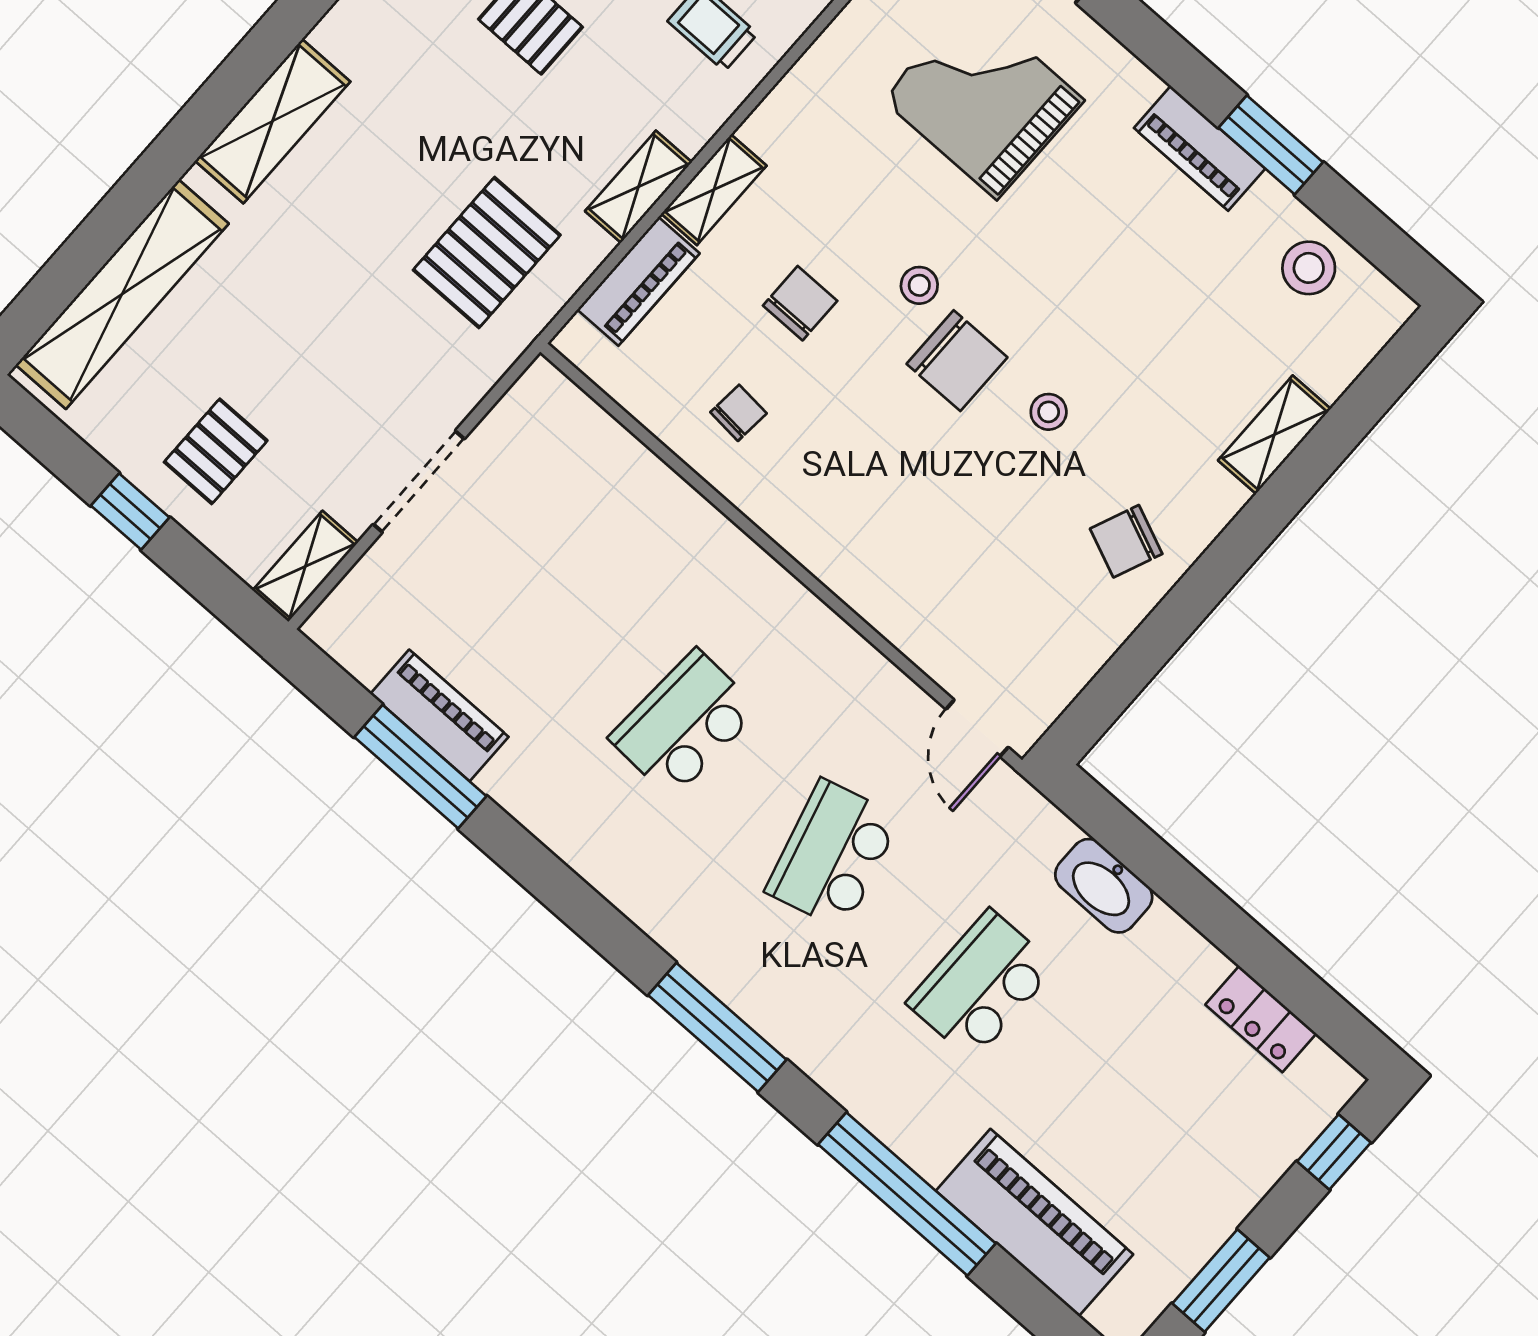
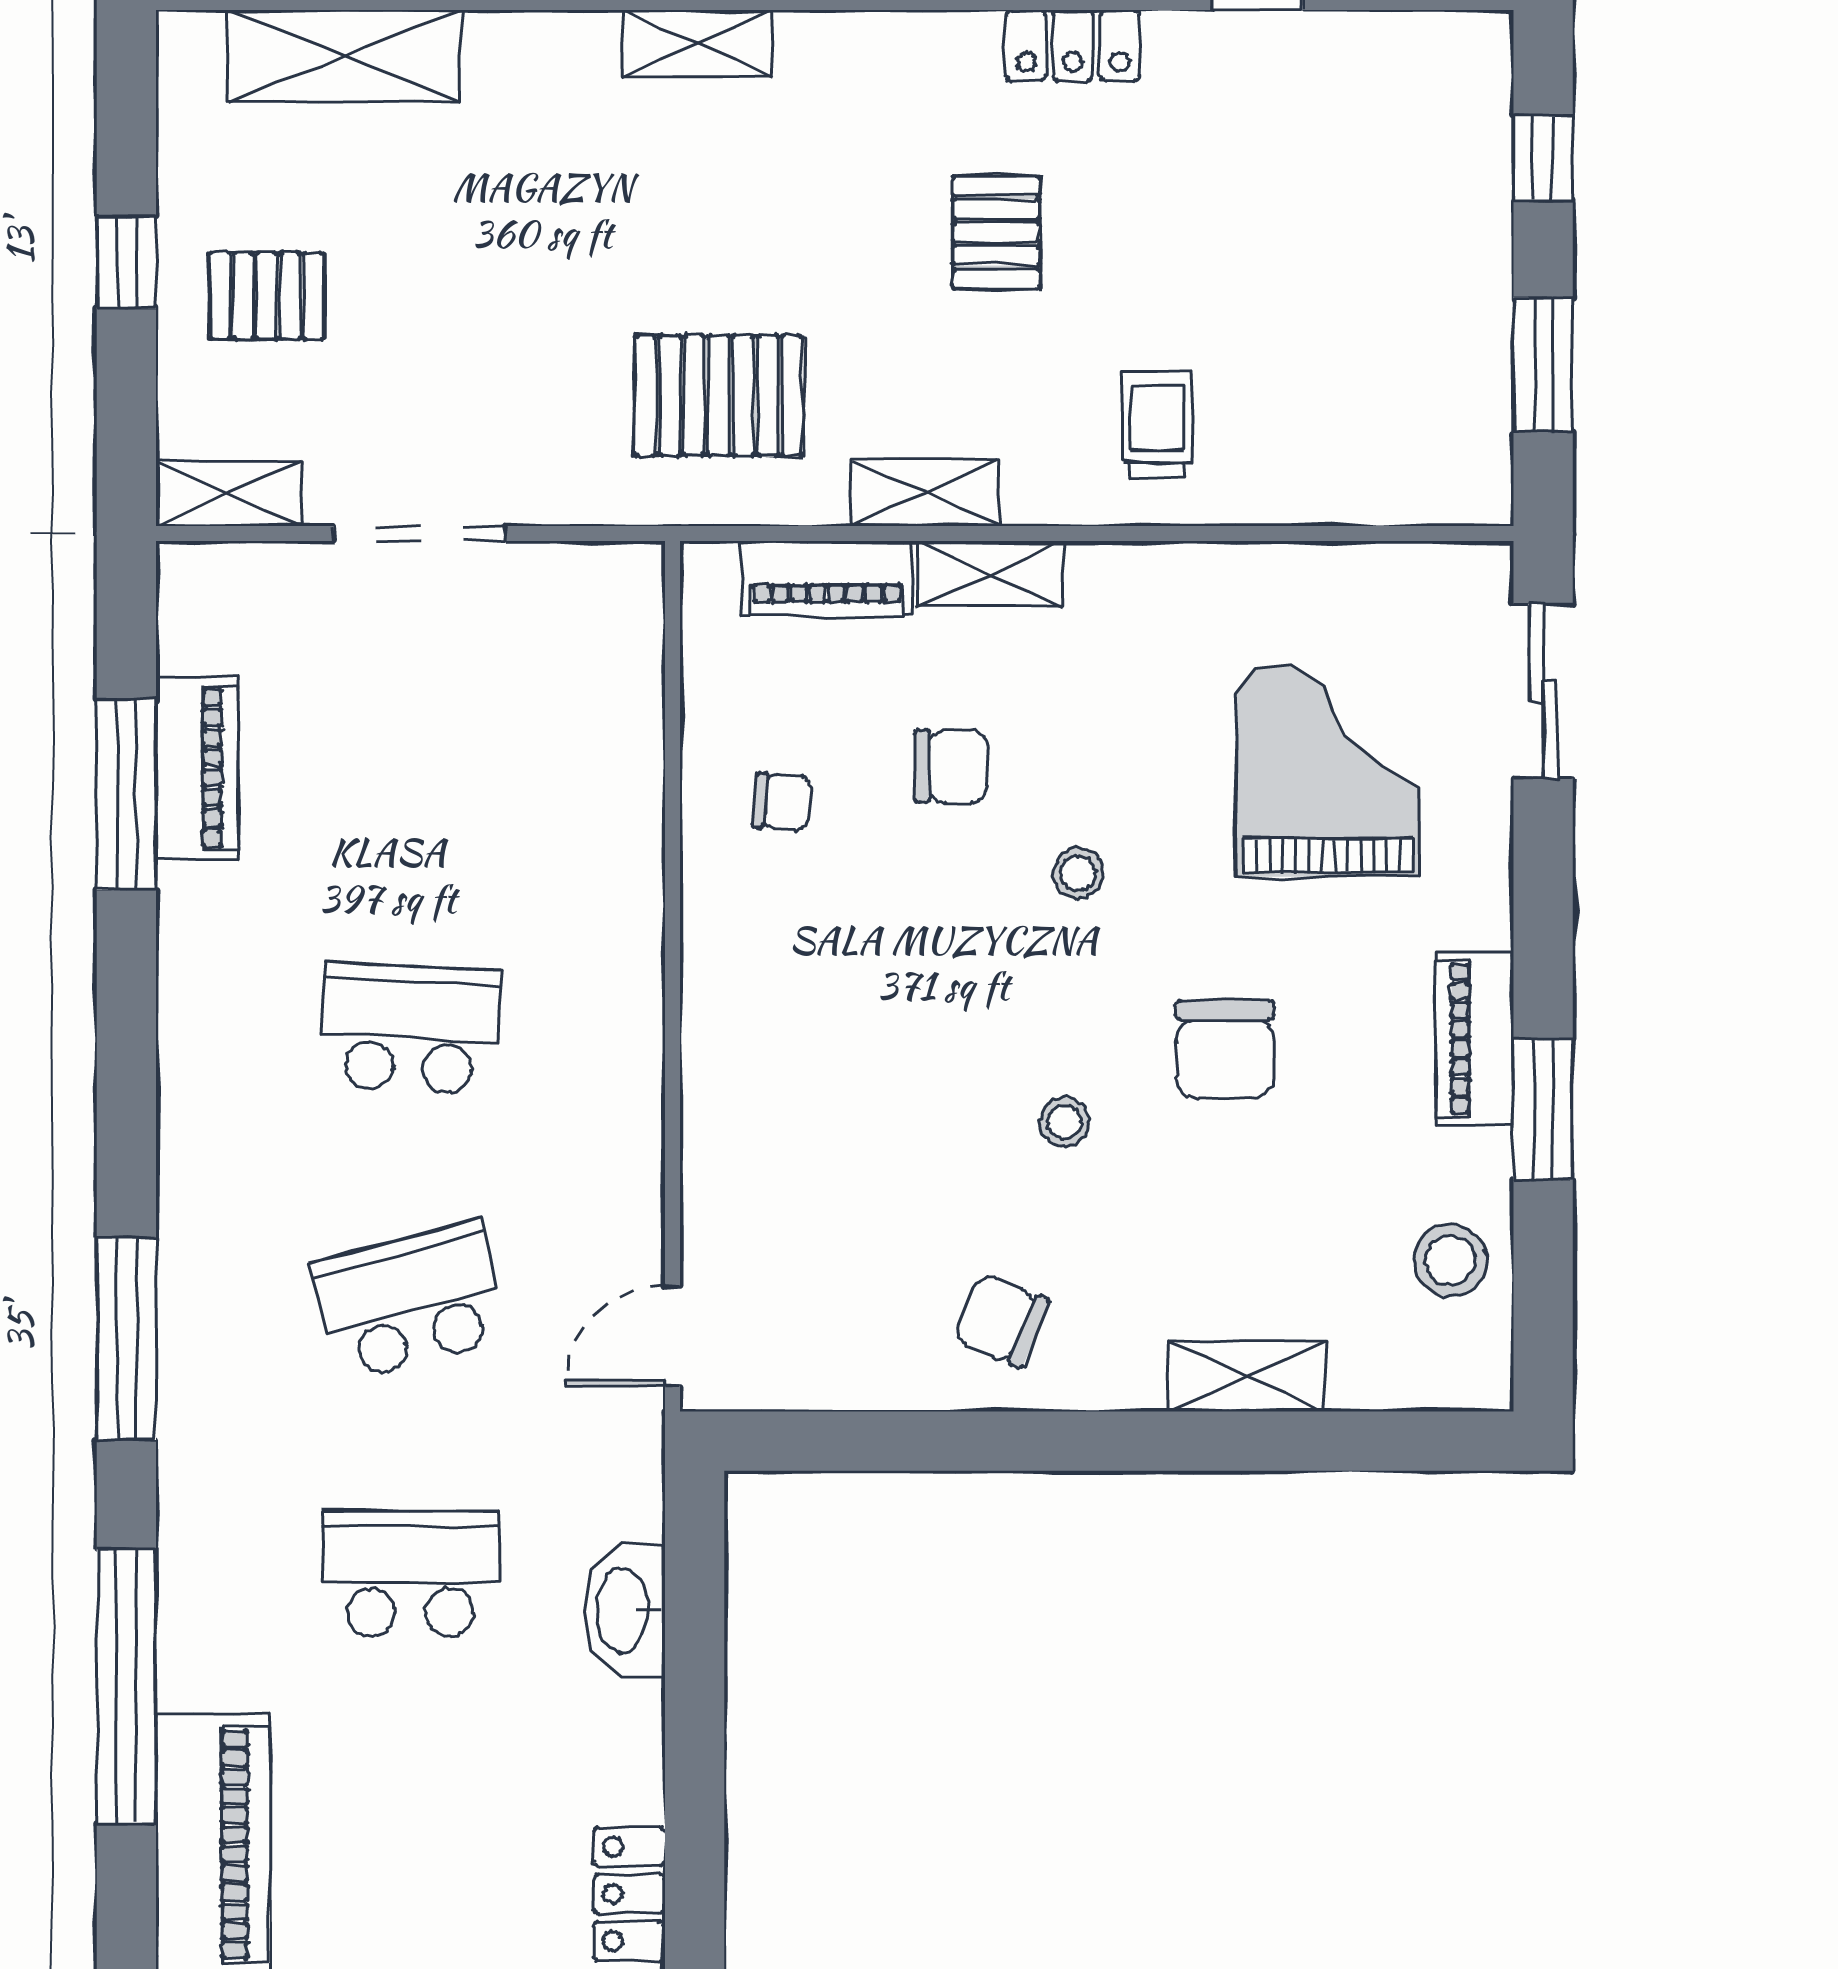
shelving: (273, 121) -> (697, 43), width x0.67, depth x0.75
shelving: (122, 294) -> (344, 56), width x0.68
chair: (957, 361) -> (1225, 1049), moved

